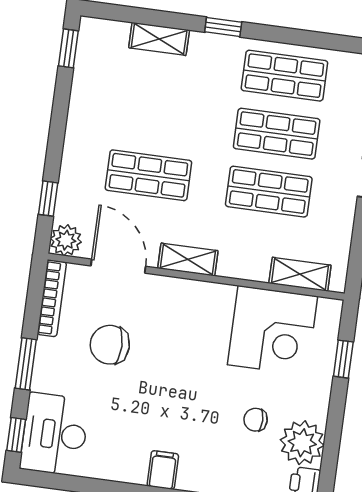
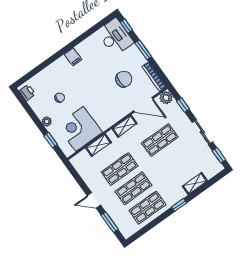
sliding door: (59, 118) -> (202, 132), added
shelving: (300, 274) -> (98, 145), moved
plant: (302, 443) -> (47, 121), moved, width x0.53, depth x0.53

